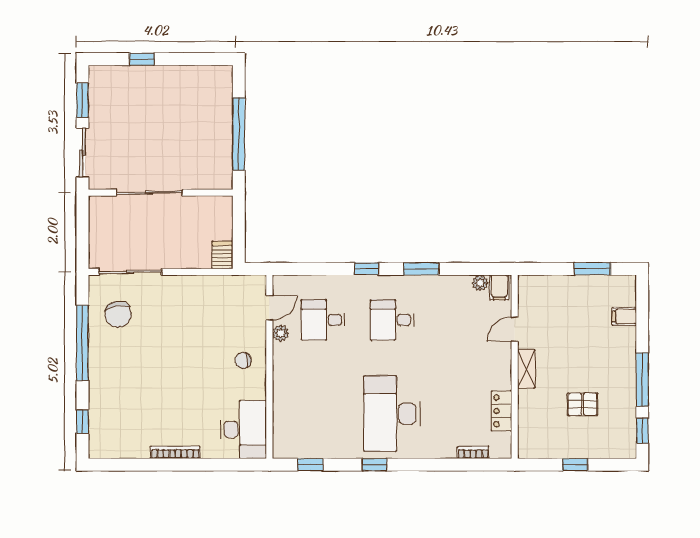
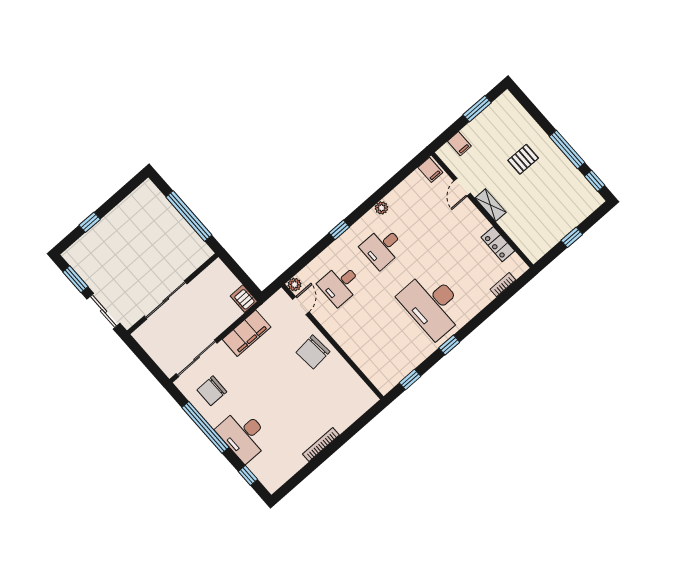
window: (421, 269) -> (373, 200), removed
plant: (480, 283) -> (381, 208), moved
filing cabinet: (197, 289) -> (247, 333), added
chair: (118, 314) -> (212, 391), turned 98
filing cabinet: (624, 317) -> (459, 144), moved, turned -90
plant: (281, 333) -> (295, 285), moved
chair: (243, 360) -> (313, 352), width x1.87, depth x1.87
pallet: (583, 404) -> (523, 159), moved
desk: (243, 430) -> (244, 435), moved, turned 180

